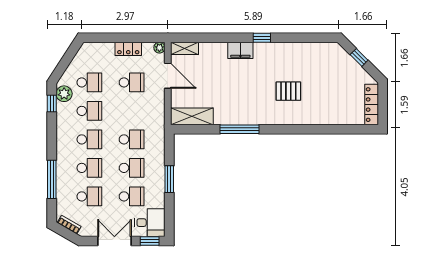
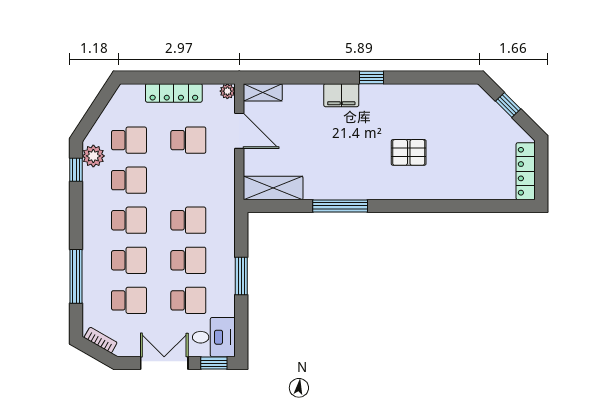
locker: (128, 49) -> (174, 93), width x1.53

